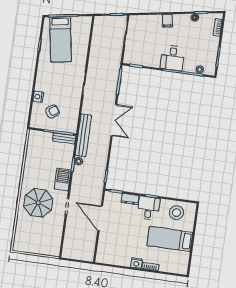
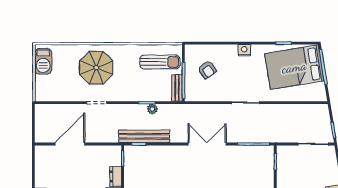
bed: (60, 39) -> (294, 67), width x1.50
nightstand: (38, 97) -> (244, 50), moved
double door: (114, 120) -> (207, 144), swing flipped
bench: (83, 135) -> (144, 136), moved
sun lounger: (41, 150) -> (160, 62), added
barbecue: (63, 180) -> (43, 61), moved, turned 90
door: (100, 218) -> (70, 144), moved

